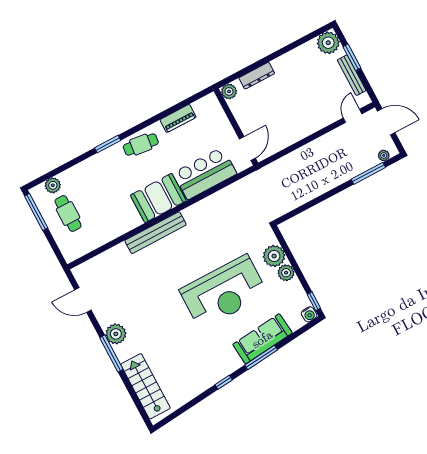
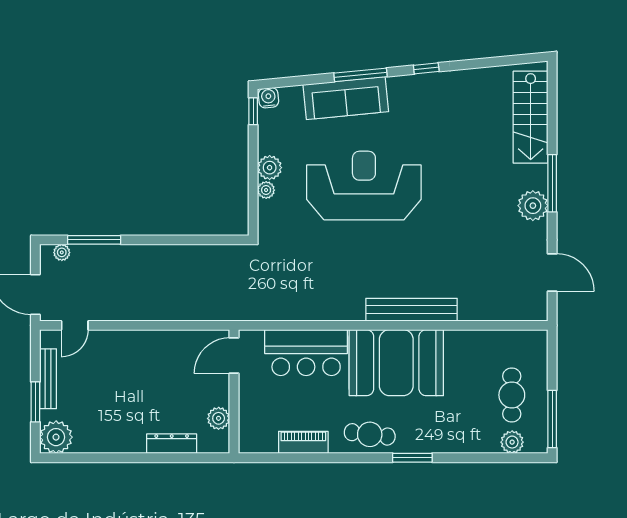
plant: (229, 91) -> (219, 418), moved
booth: (158, 198) -> (396, 363), width x1.36, depth x1.42
plant: (274, 256) -> (266, 190), width x0.53, depth x0.53

